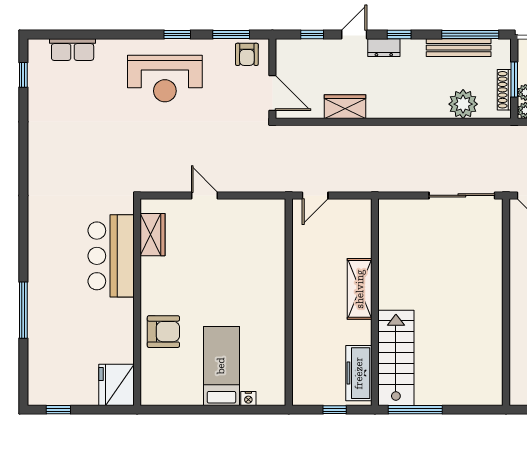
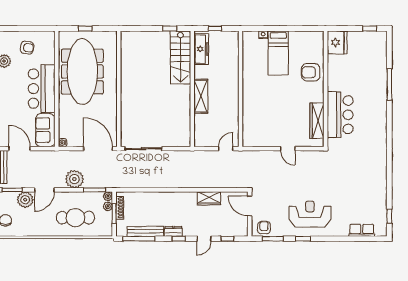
dresser: (384, 48) -> (173, 231), moved
plant: (463, 104) -> (143, 200), removed
wardrobe: (152, 235) -> (317, 121), width x1.50
window: (415, 410) -> (170, 29), width x0.46

